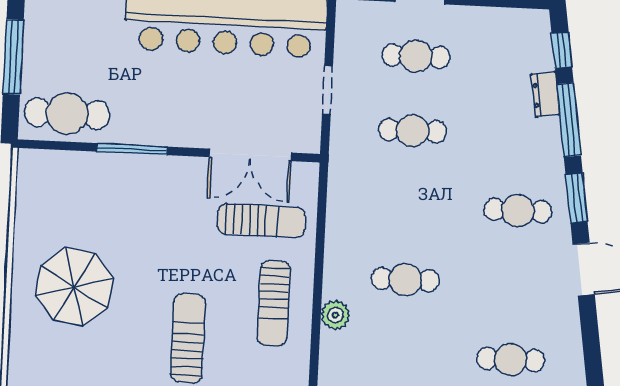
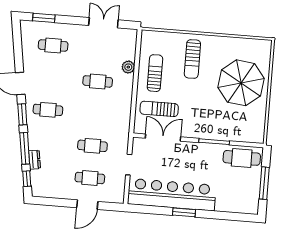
parasol: (74, 287) -> (241, 83), width x1.36, depth x1.36

